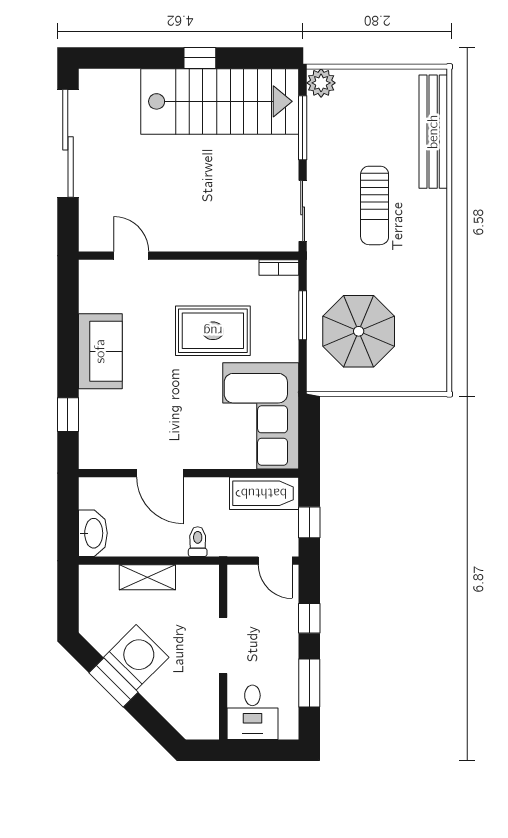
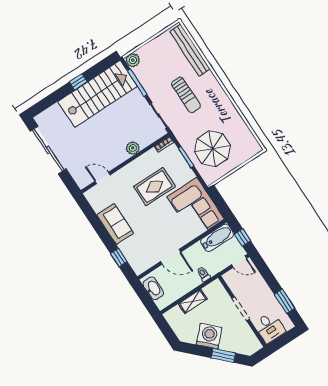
plant: (219, 238) -> (133, 148), added
washbasin: (93, 533) -> (153, 288), moved
window: (309, 618) -> (268, 275), removed
window: (113, 682) -> (223, 355), moved

